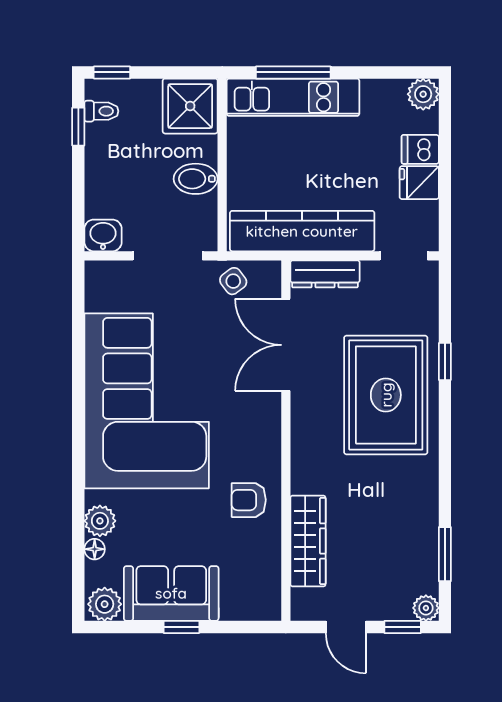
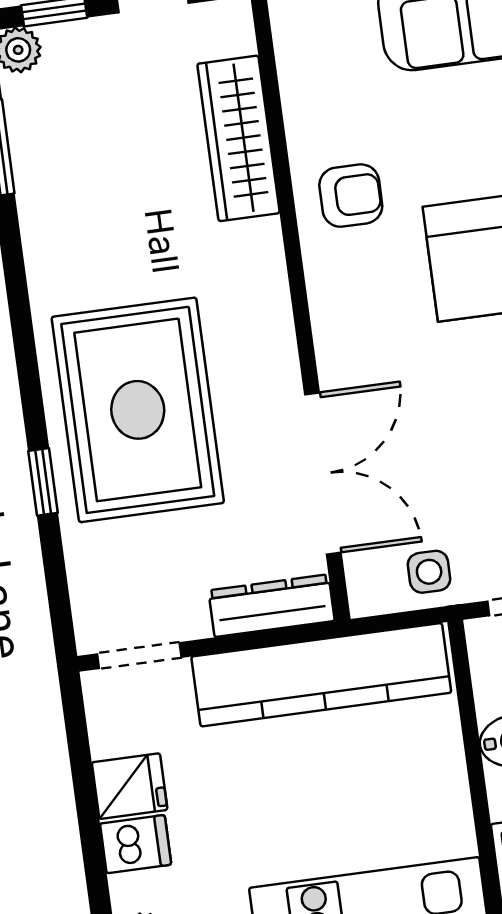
side table: (233, 281) -> (429, 572), turned 37

